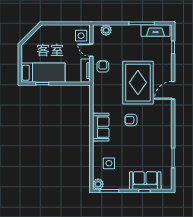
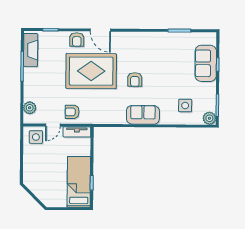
armchair: (165, 70) -> (77, 40), added

